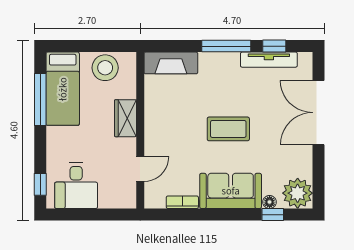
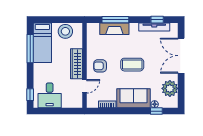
window: (226, 46) -> (115, 20), moved
fireplace: (171, 63) -> (114, 29), moved
wardrobe: (125, 118) -> (76, 64), width x1.50
armchair: (169, 131) -> (100, 66), added
plant: (298, 193) -> (170, 88), moved

